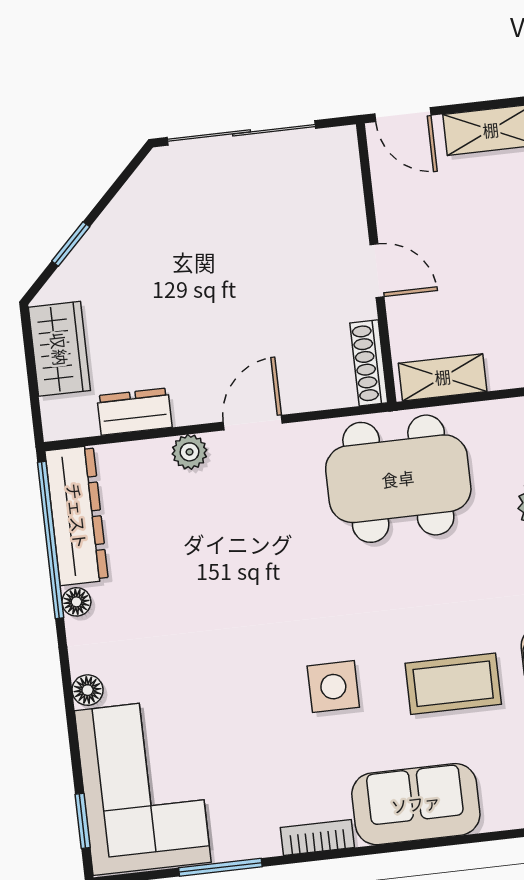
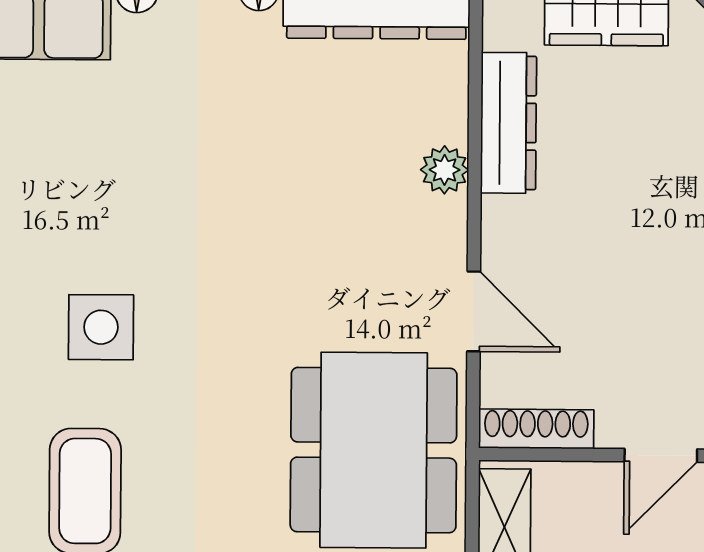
dresser: (134, 412) -> (509, 123), width x1.44
door: (253, 423) -> (474, 311), moved

